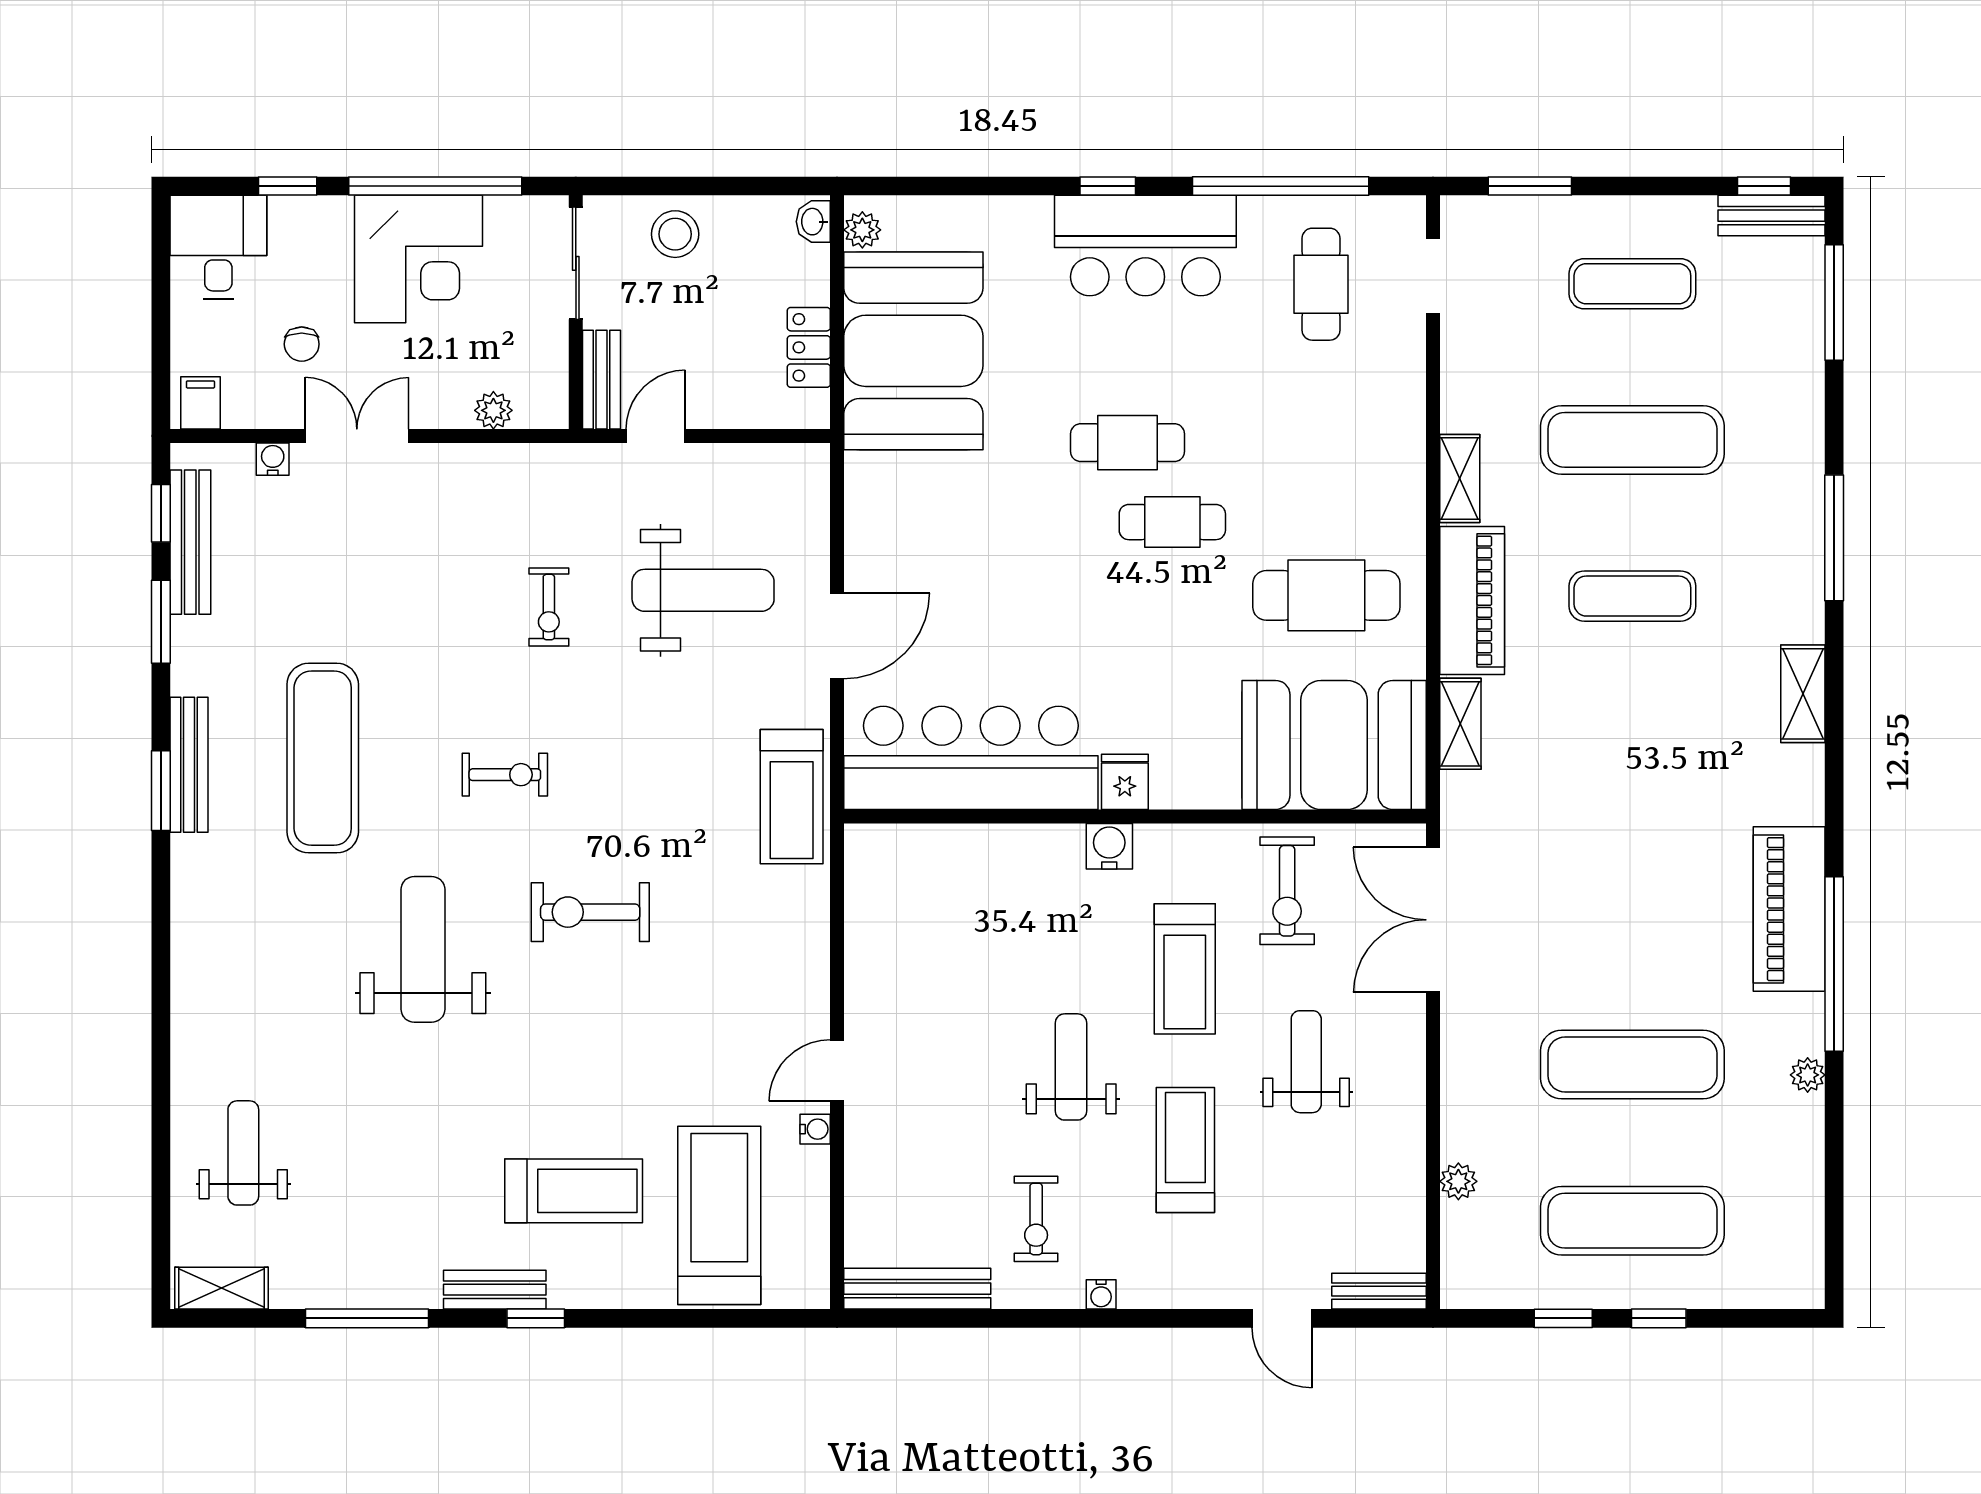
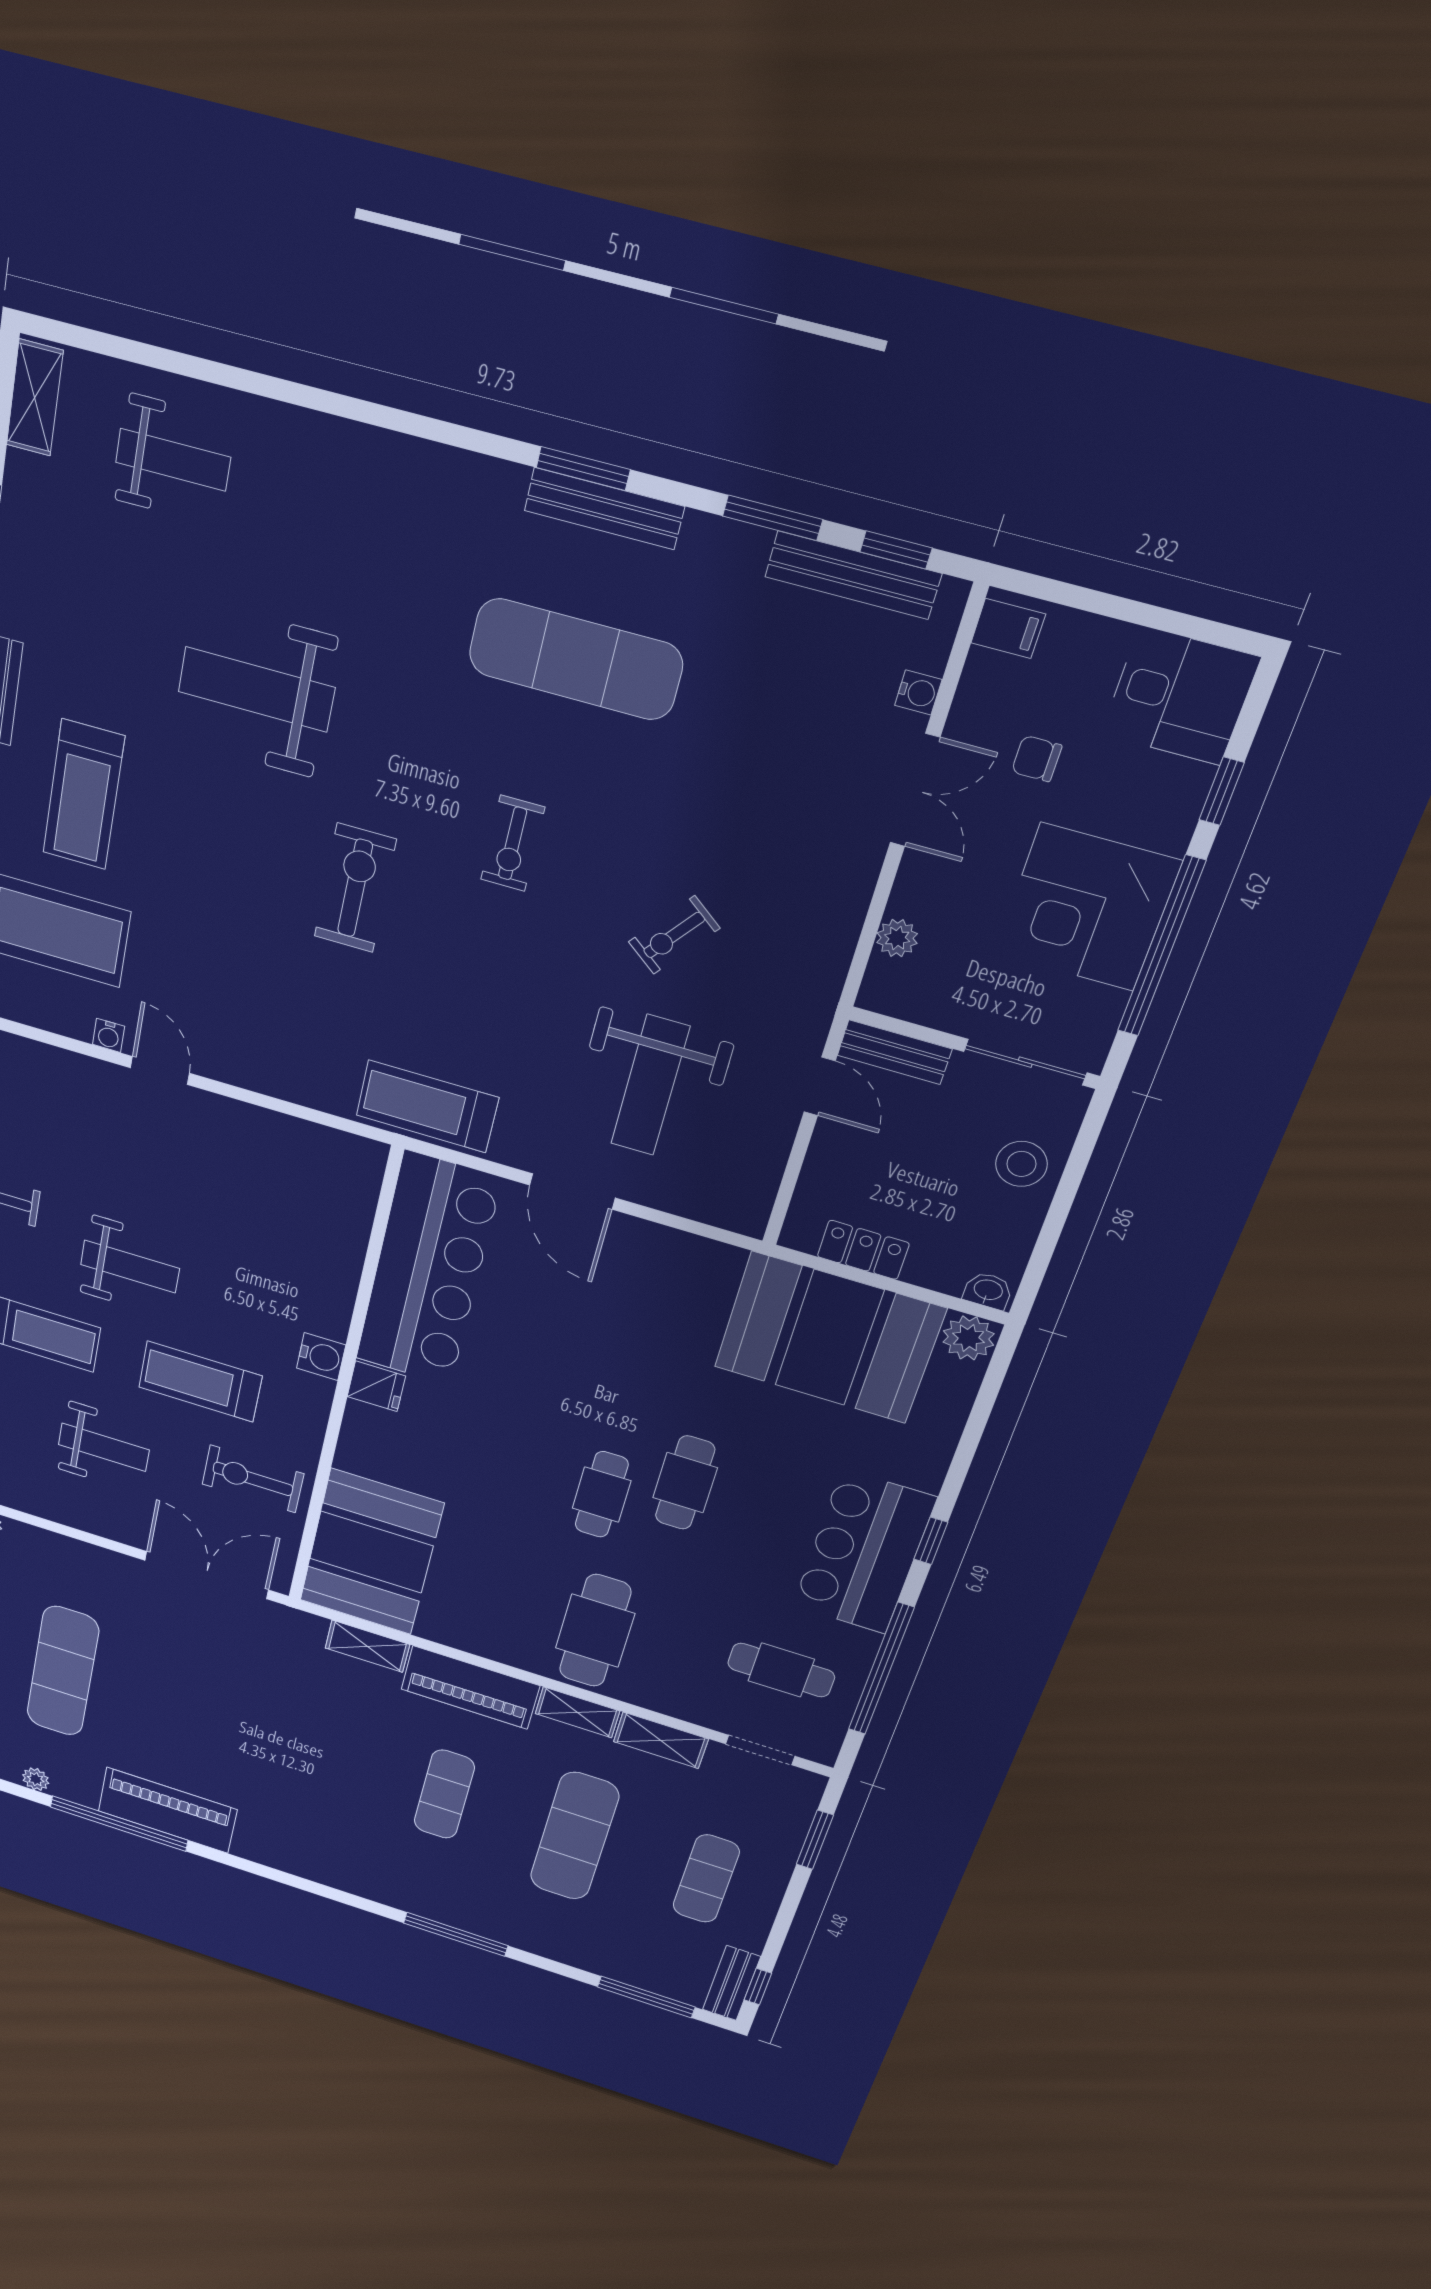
plant: (862, 230) -> (968, 1338), width x1.38, depth x1.38
cafe table: (1326, 595) -> (595, 1631), moved
exercise bike: (549, 607) -> (674, 935), turned -52
shelving: (1803, 694) -> (661, 1740), moved
weight bench: (423, 949) -> (256, 690), moved, turned 180

